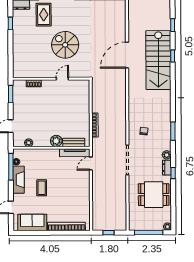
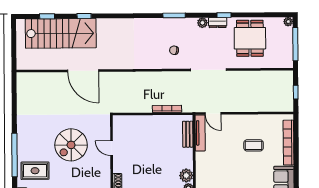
stairs: (158, 60) -> (61, 33), moved
plant: (56, 141) -> (186, 175), moved
coffee table: (42, 188) -> (254, 145), moved

